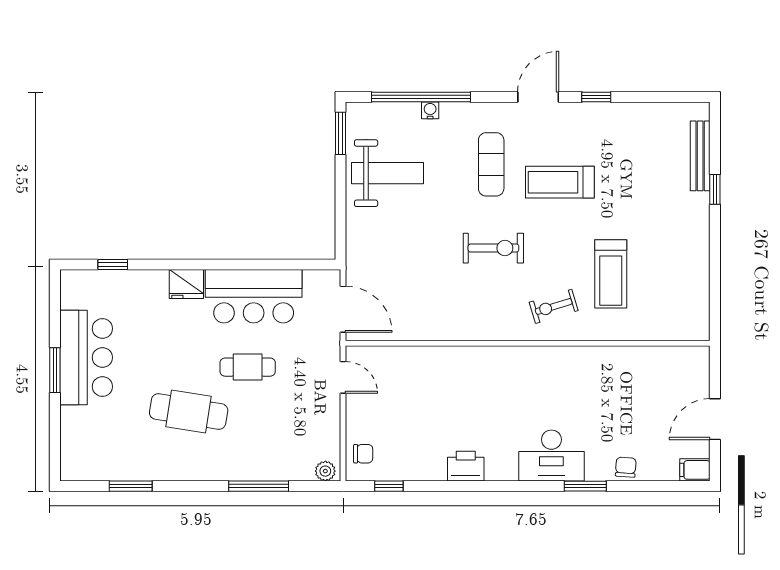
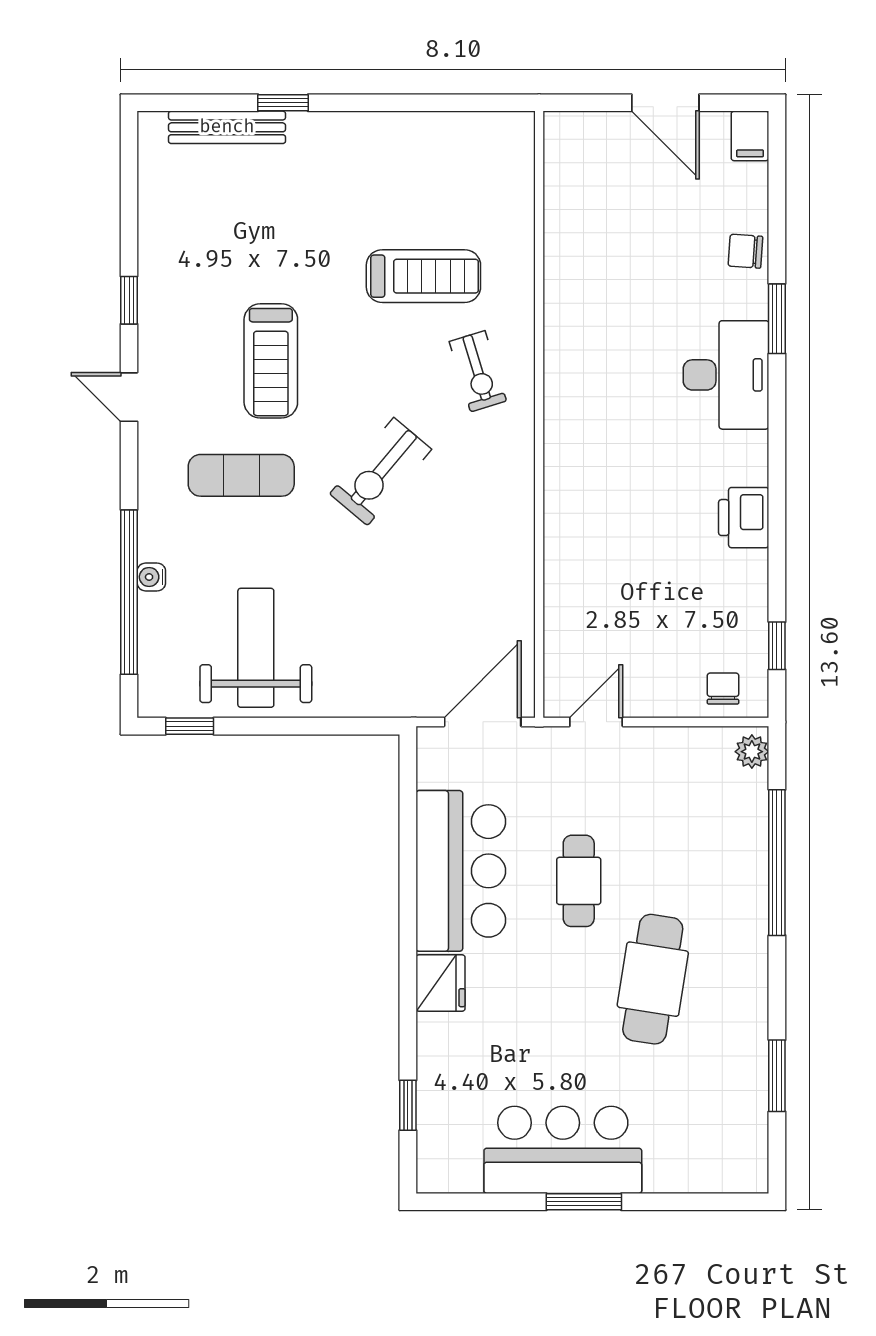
door: (538, 97) -> (129, 397), width x0.73
window: (341, 133) -> (190, 726), width x0.67
exercise bike: (493, 248) -> (381, 472), turned -140
window: (259, 486) -> (777, 863), width x1.46

